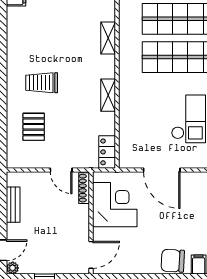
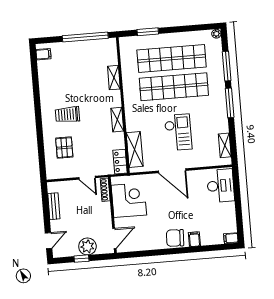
shelving: (128, 137) -> (135, 150), added
door: (162, 170) -> (172, 171), moved
plant: (13, 268) -> (87, 246), moved, width x1.88, depth x1.88

